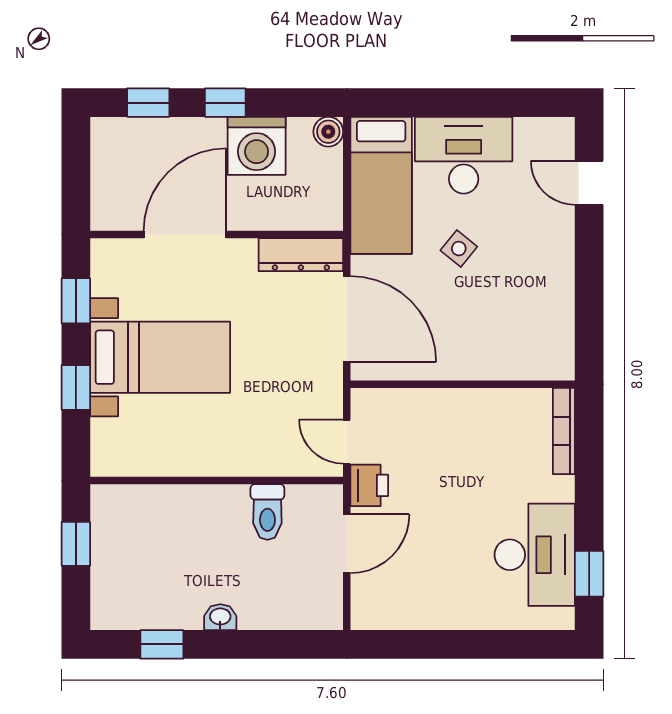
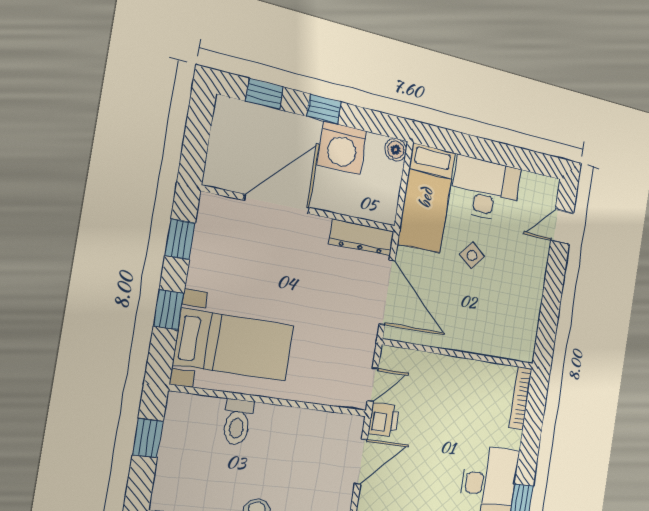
door: (589, 183) -> (562, 227), hinge flipped
bed with nightstands: (160, 357) -> (234, 345), moved
door: (347, 442) -> (373, 384), swing flipped
toilet: (267, 512) -> (237, 422), moved

